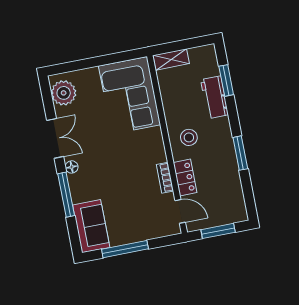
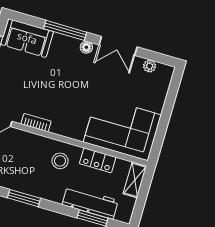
plant: (64, 93) -> (150, 66), width x0.53, depth x0.53
workbench: (214, 97) -> (90, 203), width x1.38
locker: (185, 178) -> (98, 160), moved

